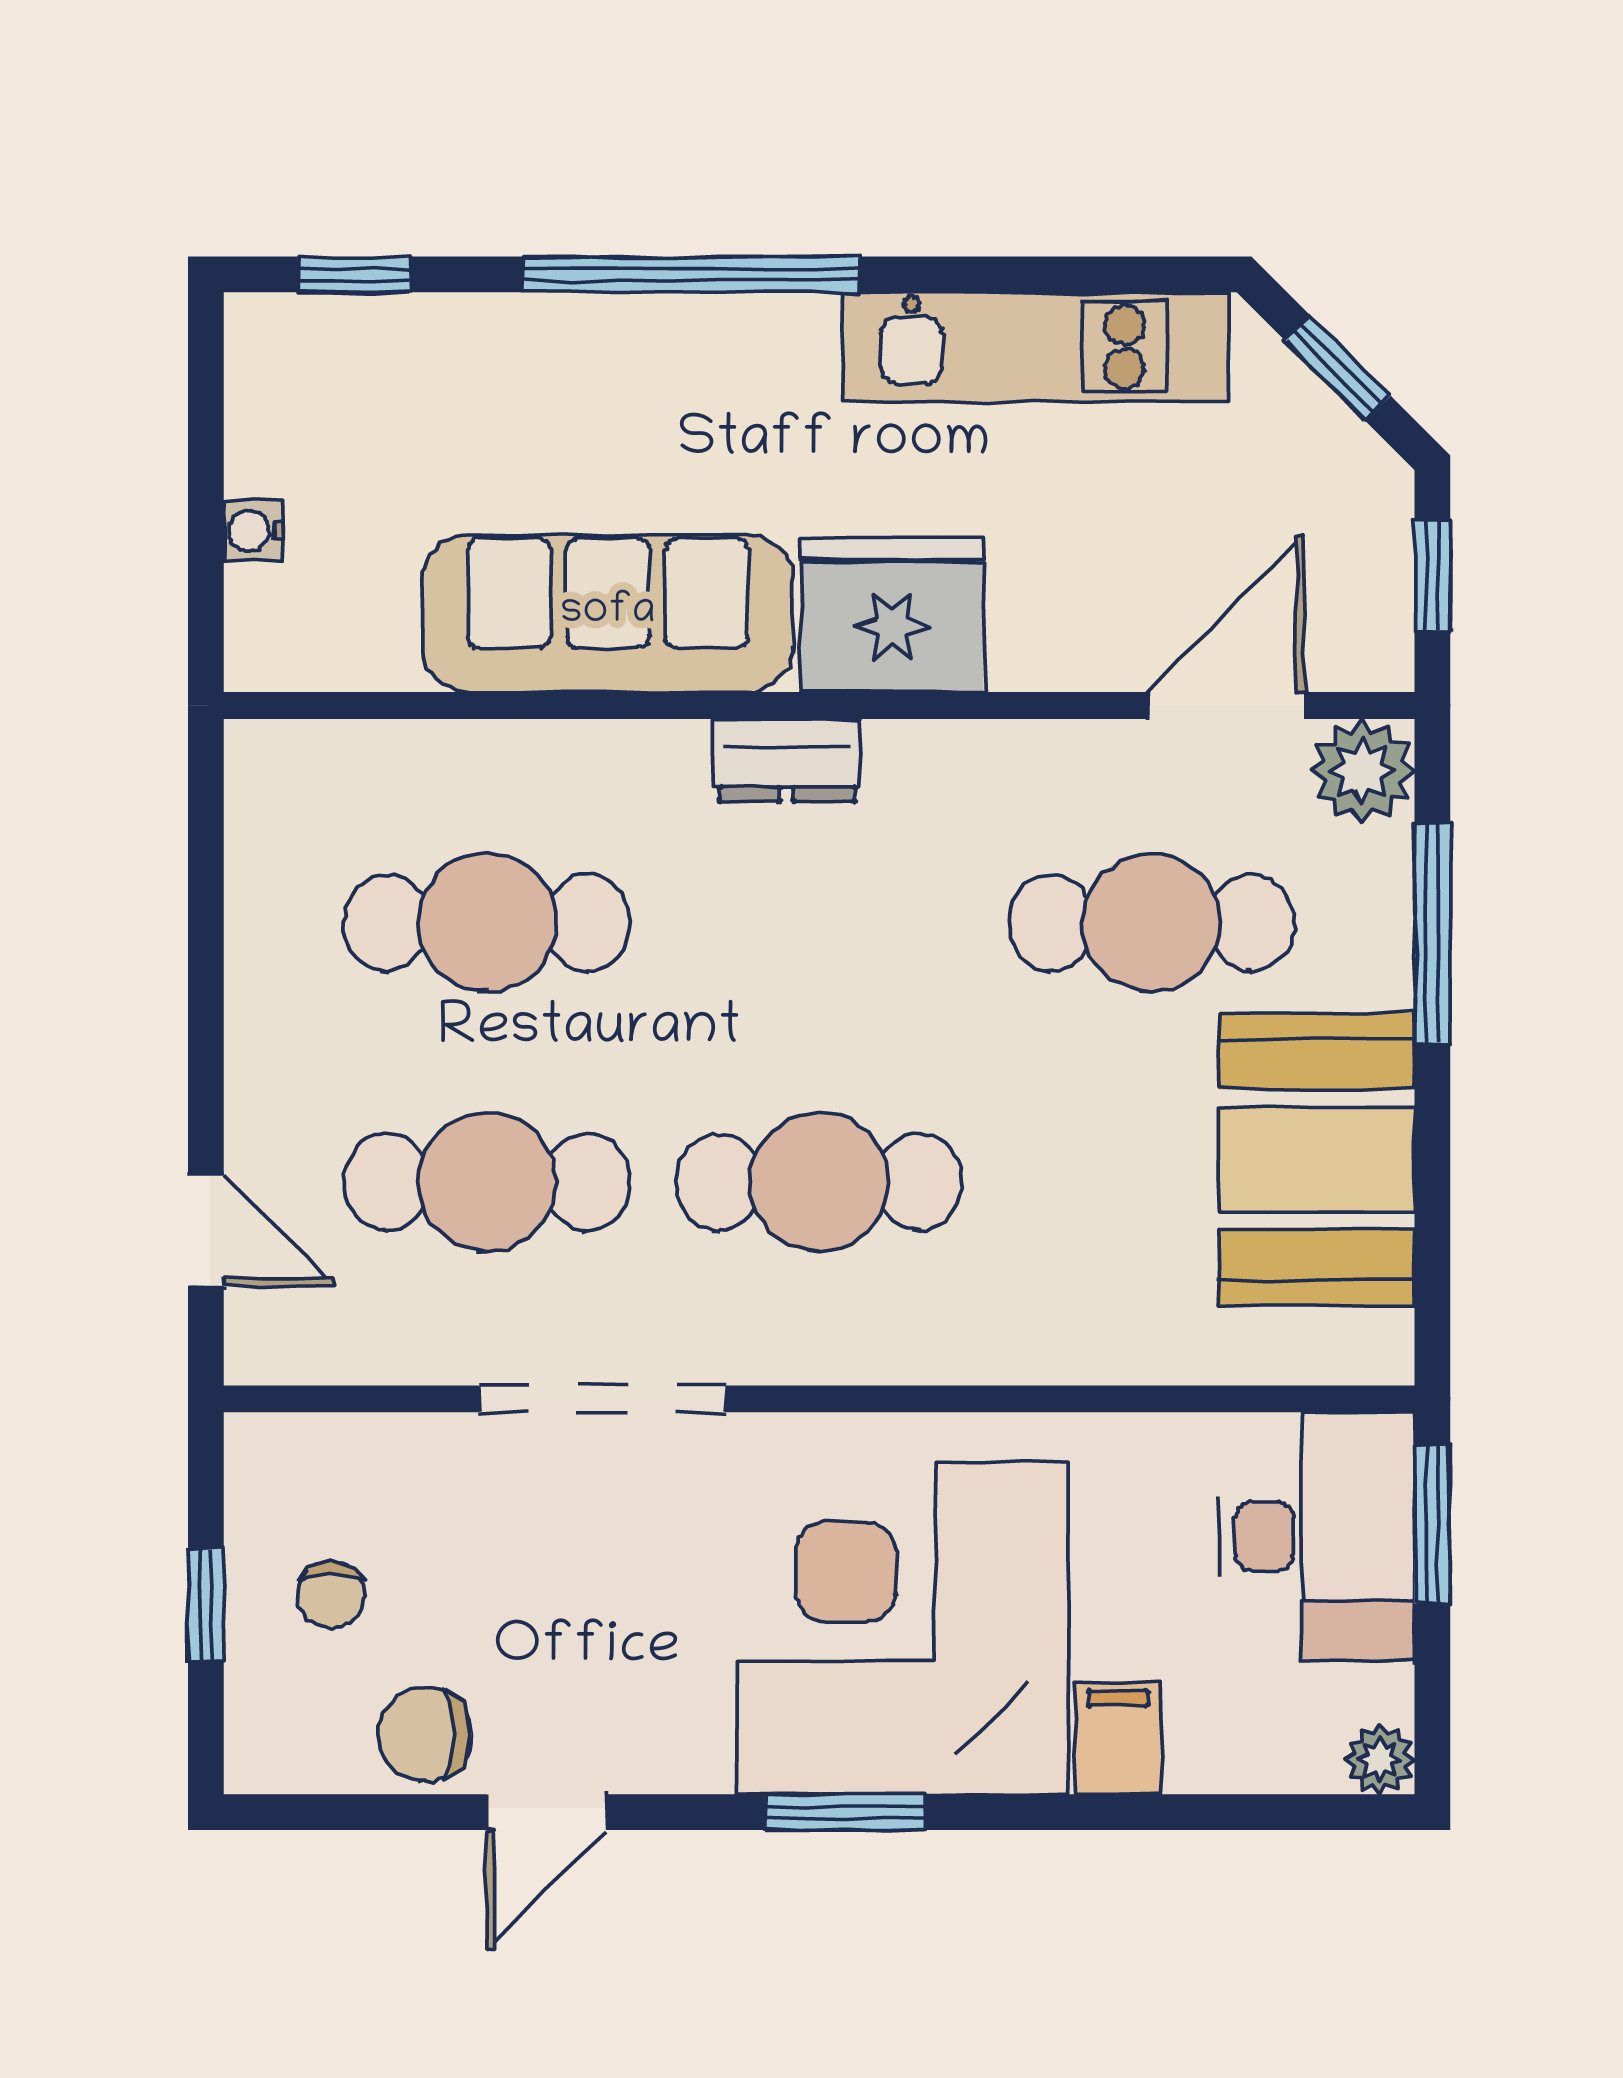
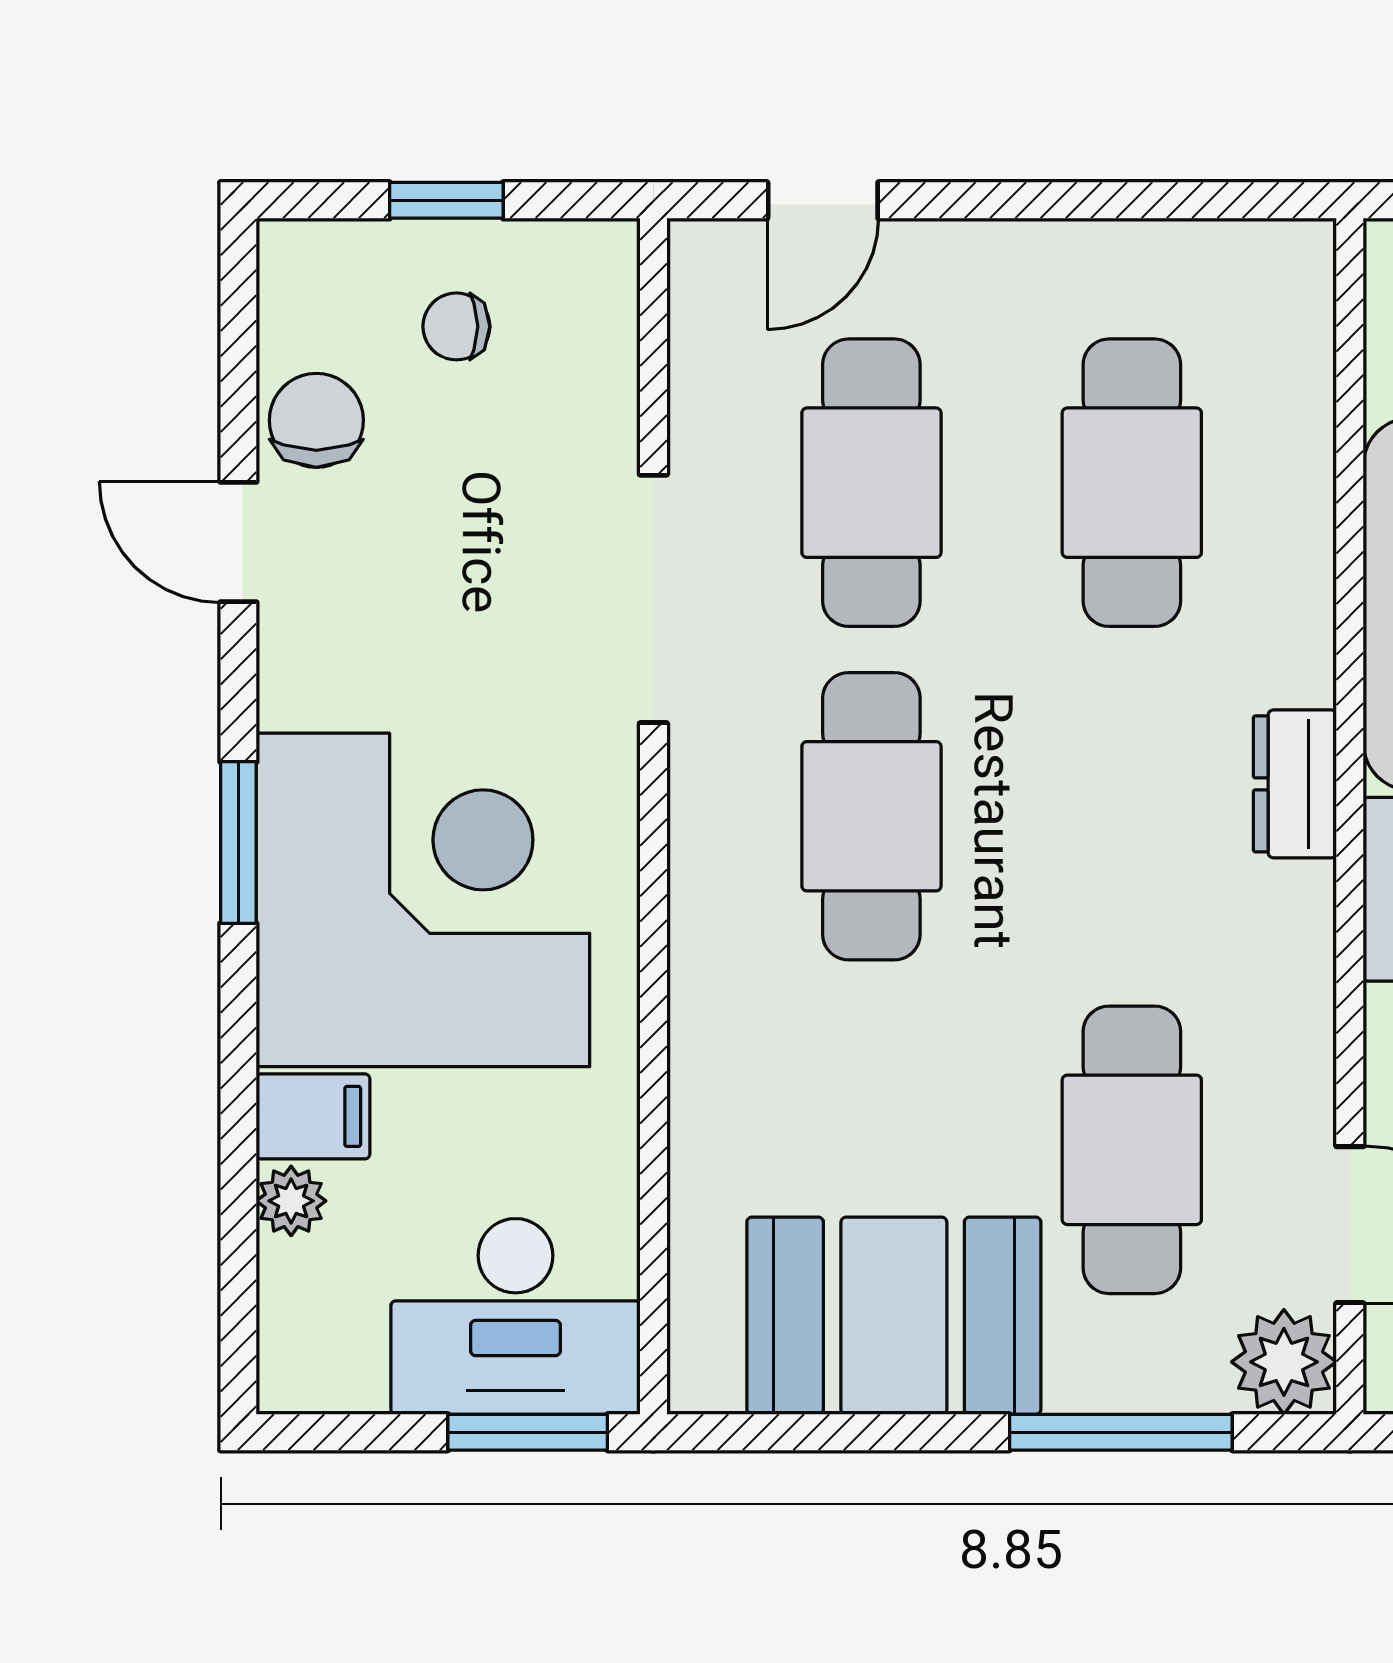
plant: (1380, 1760) -> (291, 1201), moved

